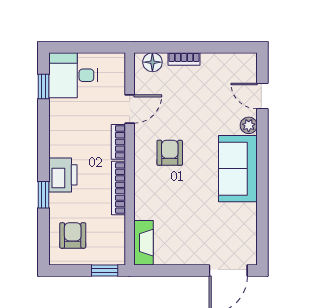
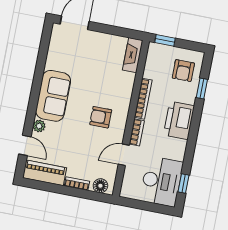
piano: (229, 65) -> (45, 173), added
desk: (73, 75) -> (161, 181), width x1.37
armchair: (170, 153) -> (101, 117), turned 90
printer: (63, 175) -> (179, 120), width x1.37, depth x1.19
window: (43, 195) -> (202, 89), moved

